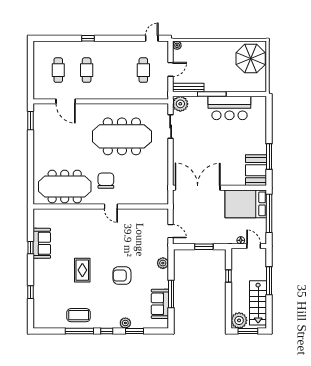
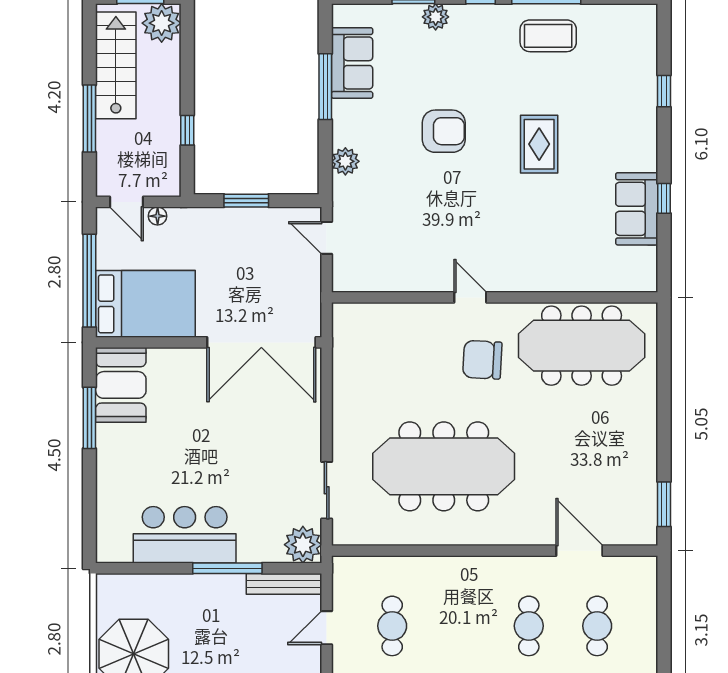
chair: (106, 181) -> (482, 360), turned 93

